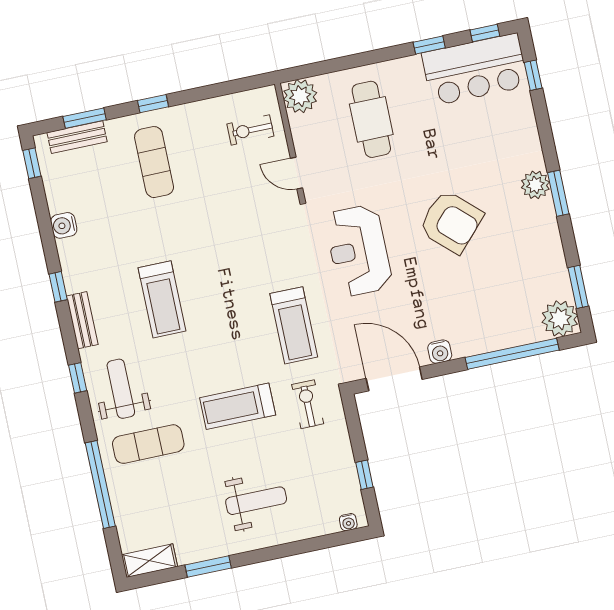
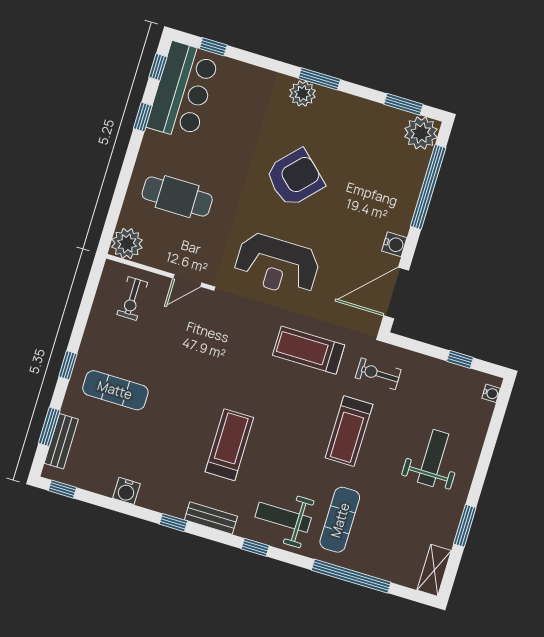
treadmill: (162, 299) -> (229, 445), turned -90
treadmill: (294, 325) -> (309, 350), turned 180

